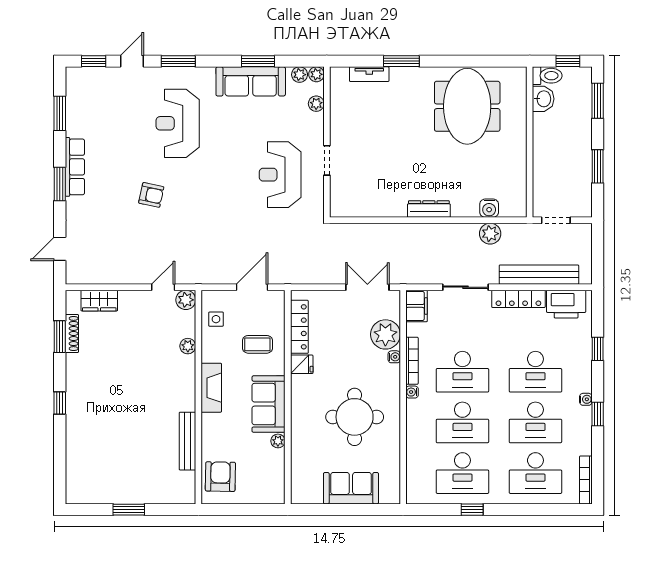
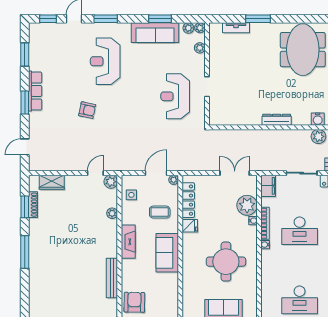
window: (60, 403) -> (25, 252), width x2.17
desk: (462, 422) -> (300, 265), removed
plant: (278, 441) -> (174, 180), moved

